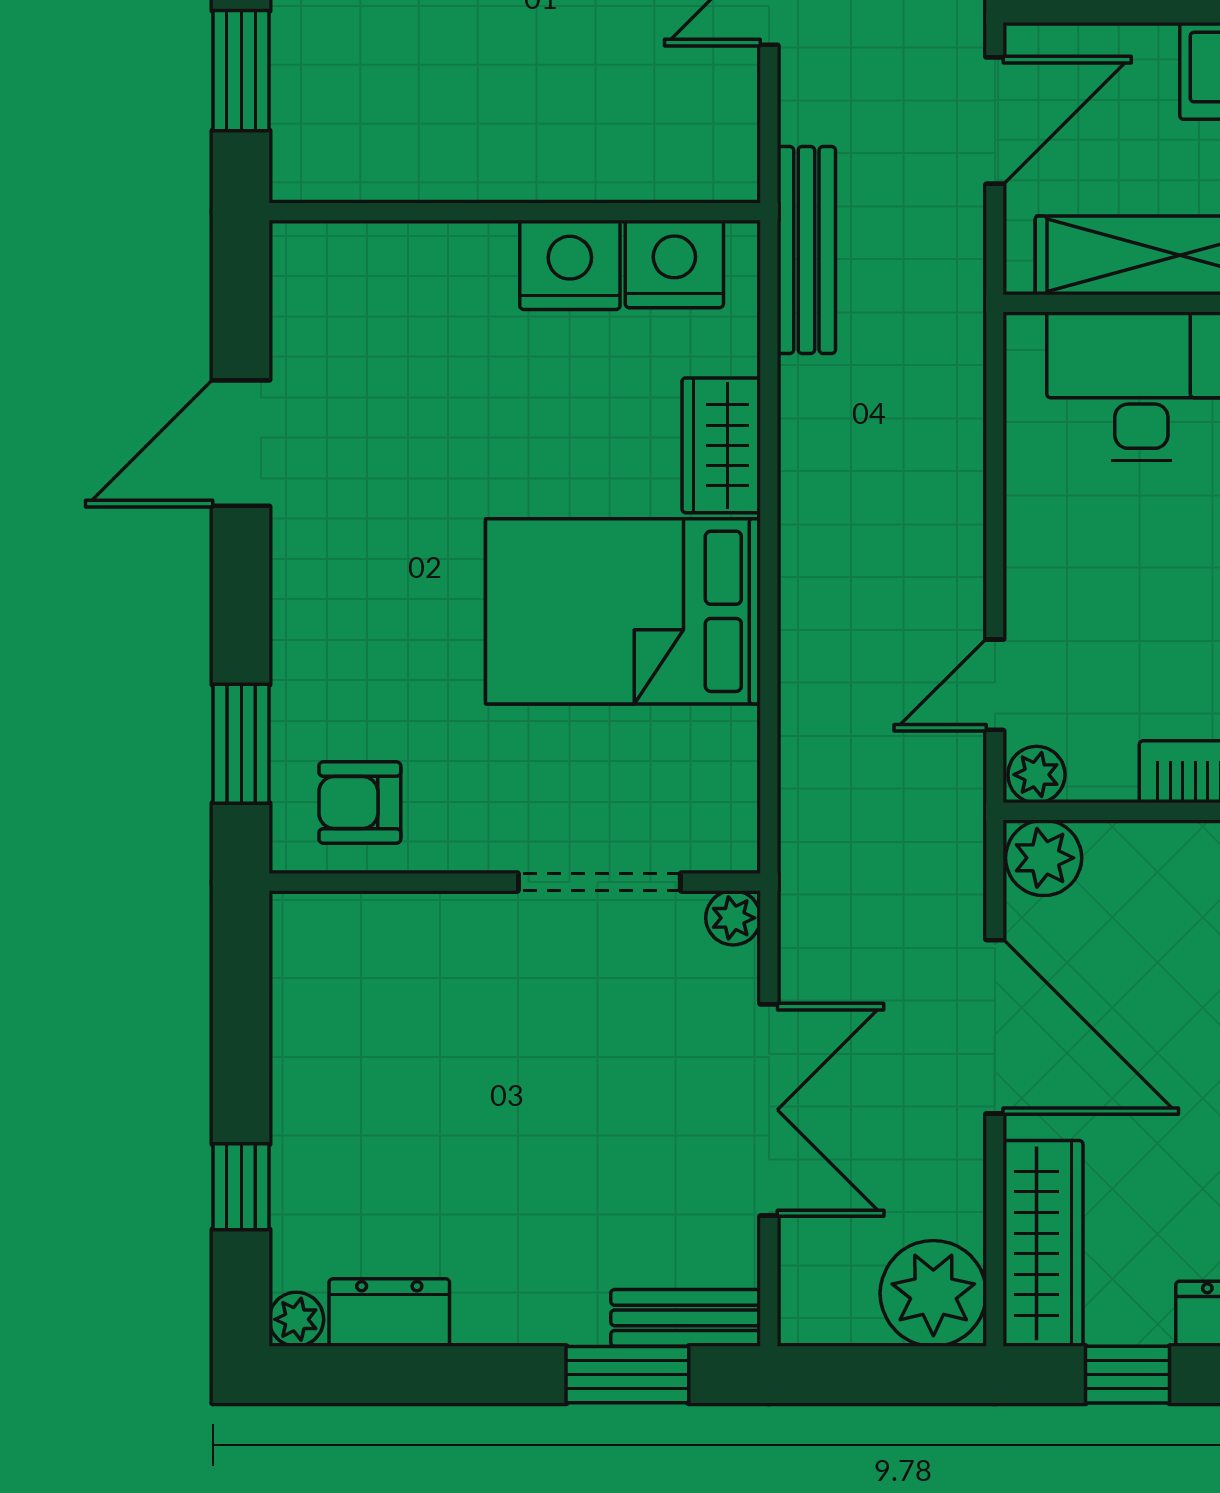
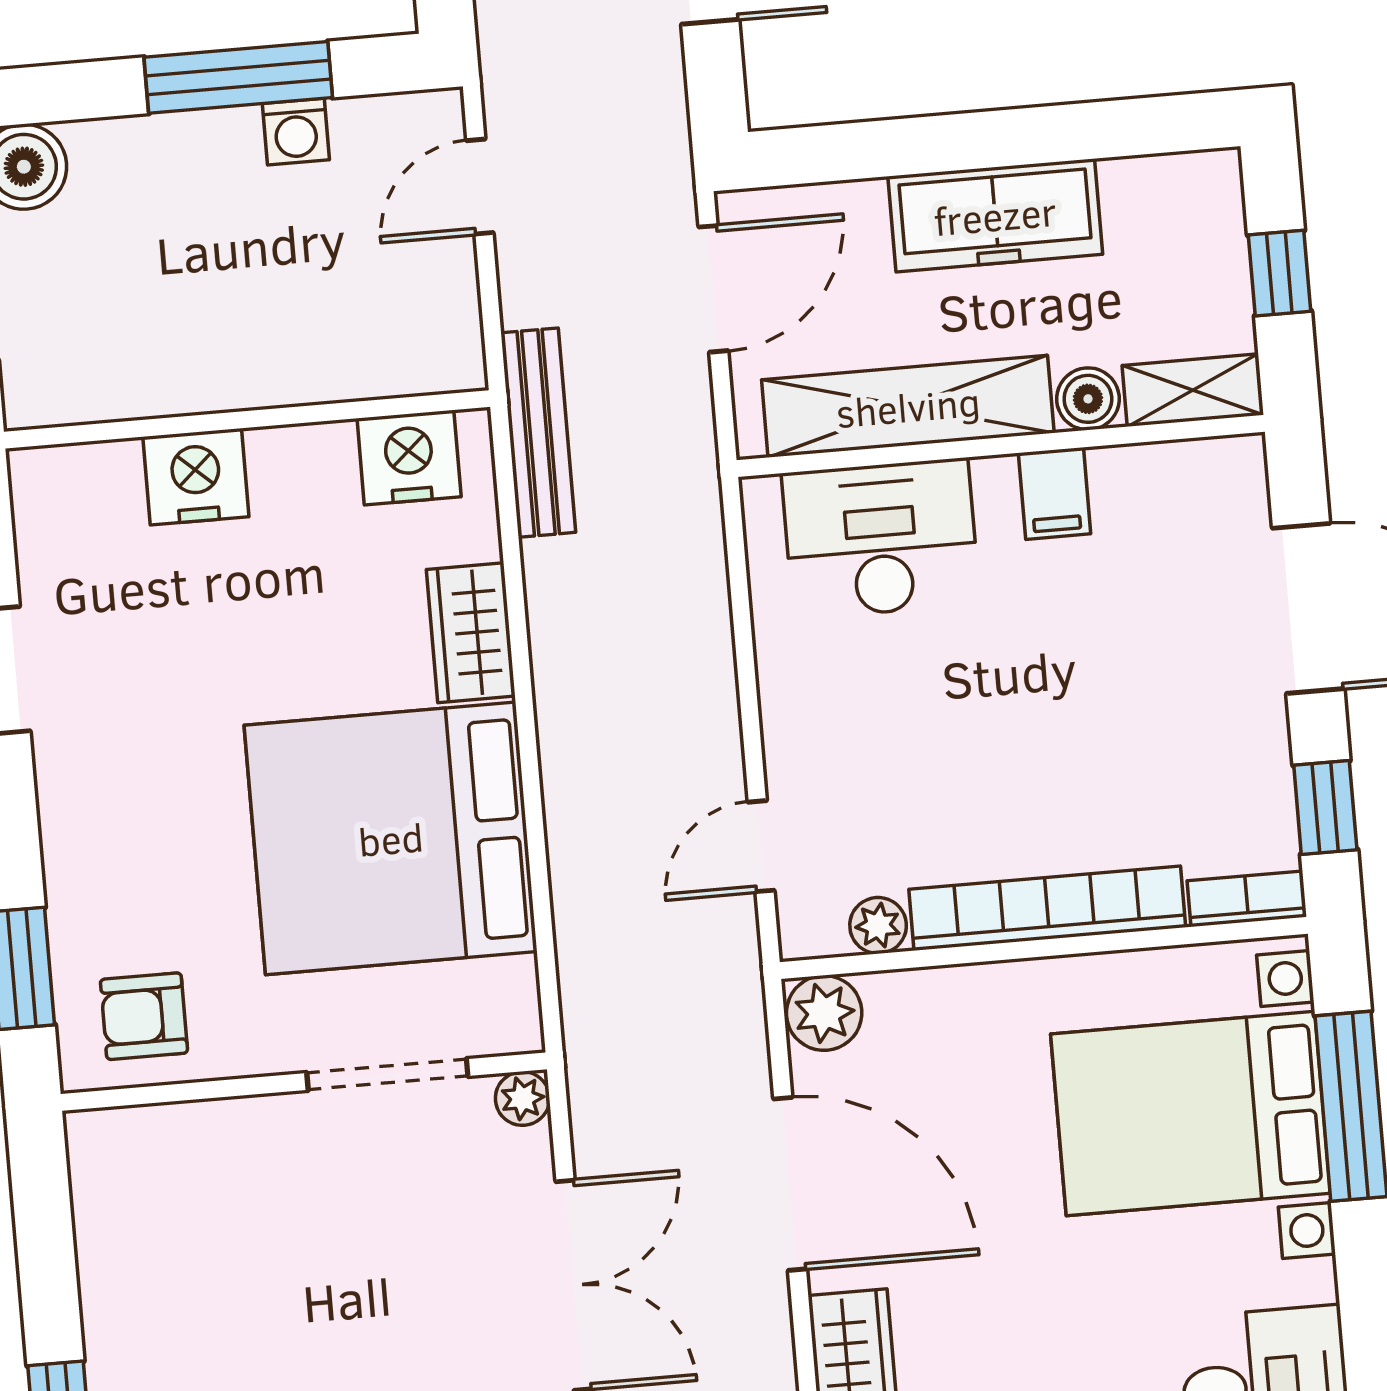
nightstand: (570, 265) -> (196, 477), moved
bed: (623, 611) -> (391, 838), width x1.36
plant: (1036, 775) -> (878, 925), moved

